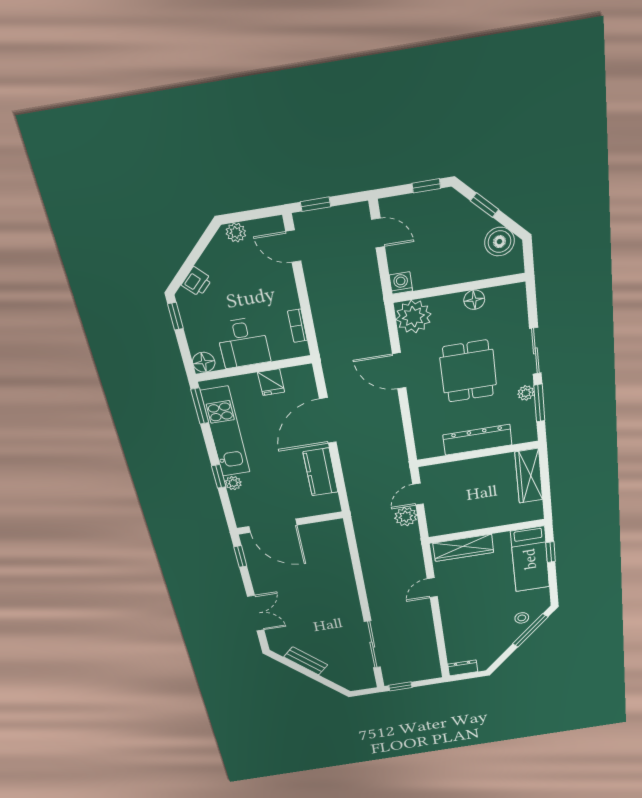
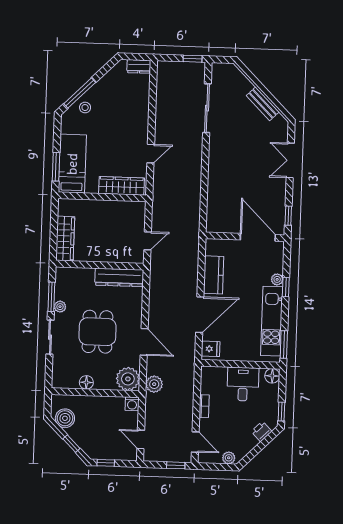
bookcase: (297, 326) -> (204, 406), moved
fridge: (271, 382) -> (211, 349), moved, turned 90
dresser: (477, 440) -> (119, 277), moved
plant: (406, 517) -> (154, 384), moved
window: (551, 552) -> (56, 167), width x1.50

